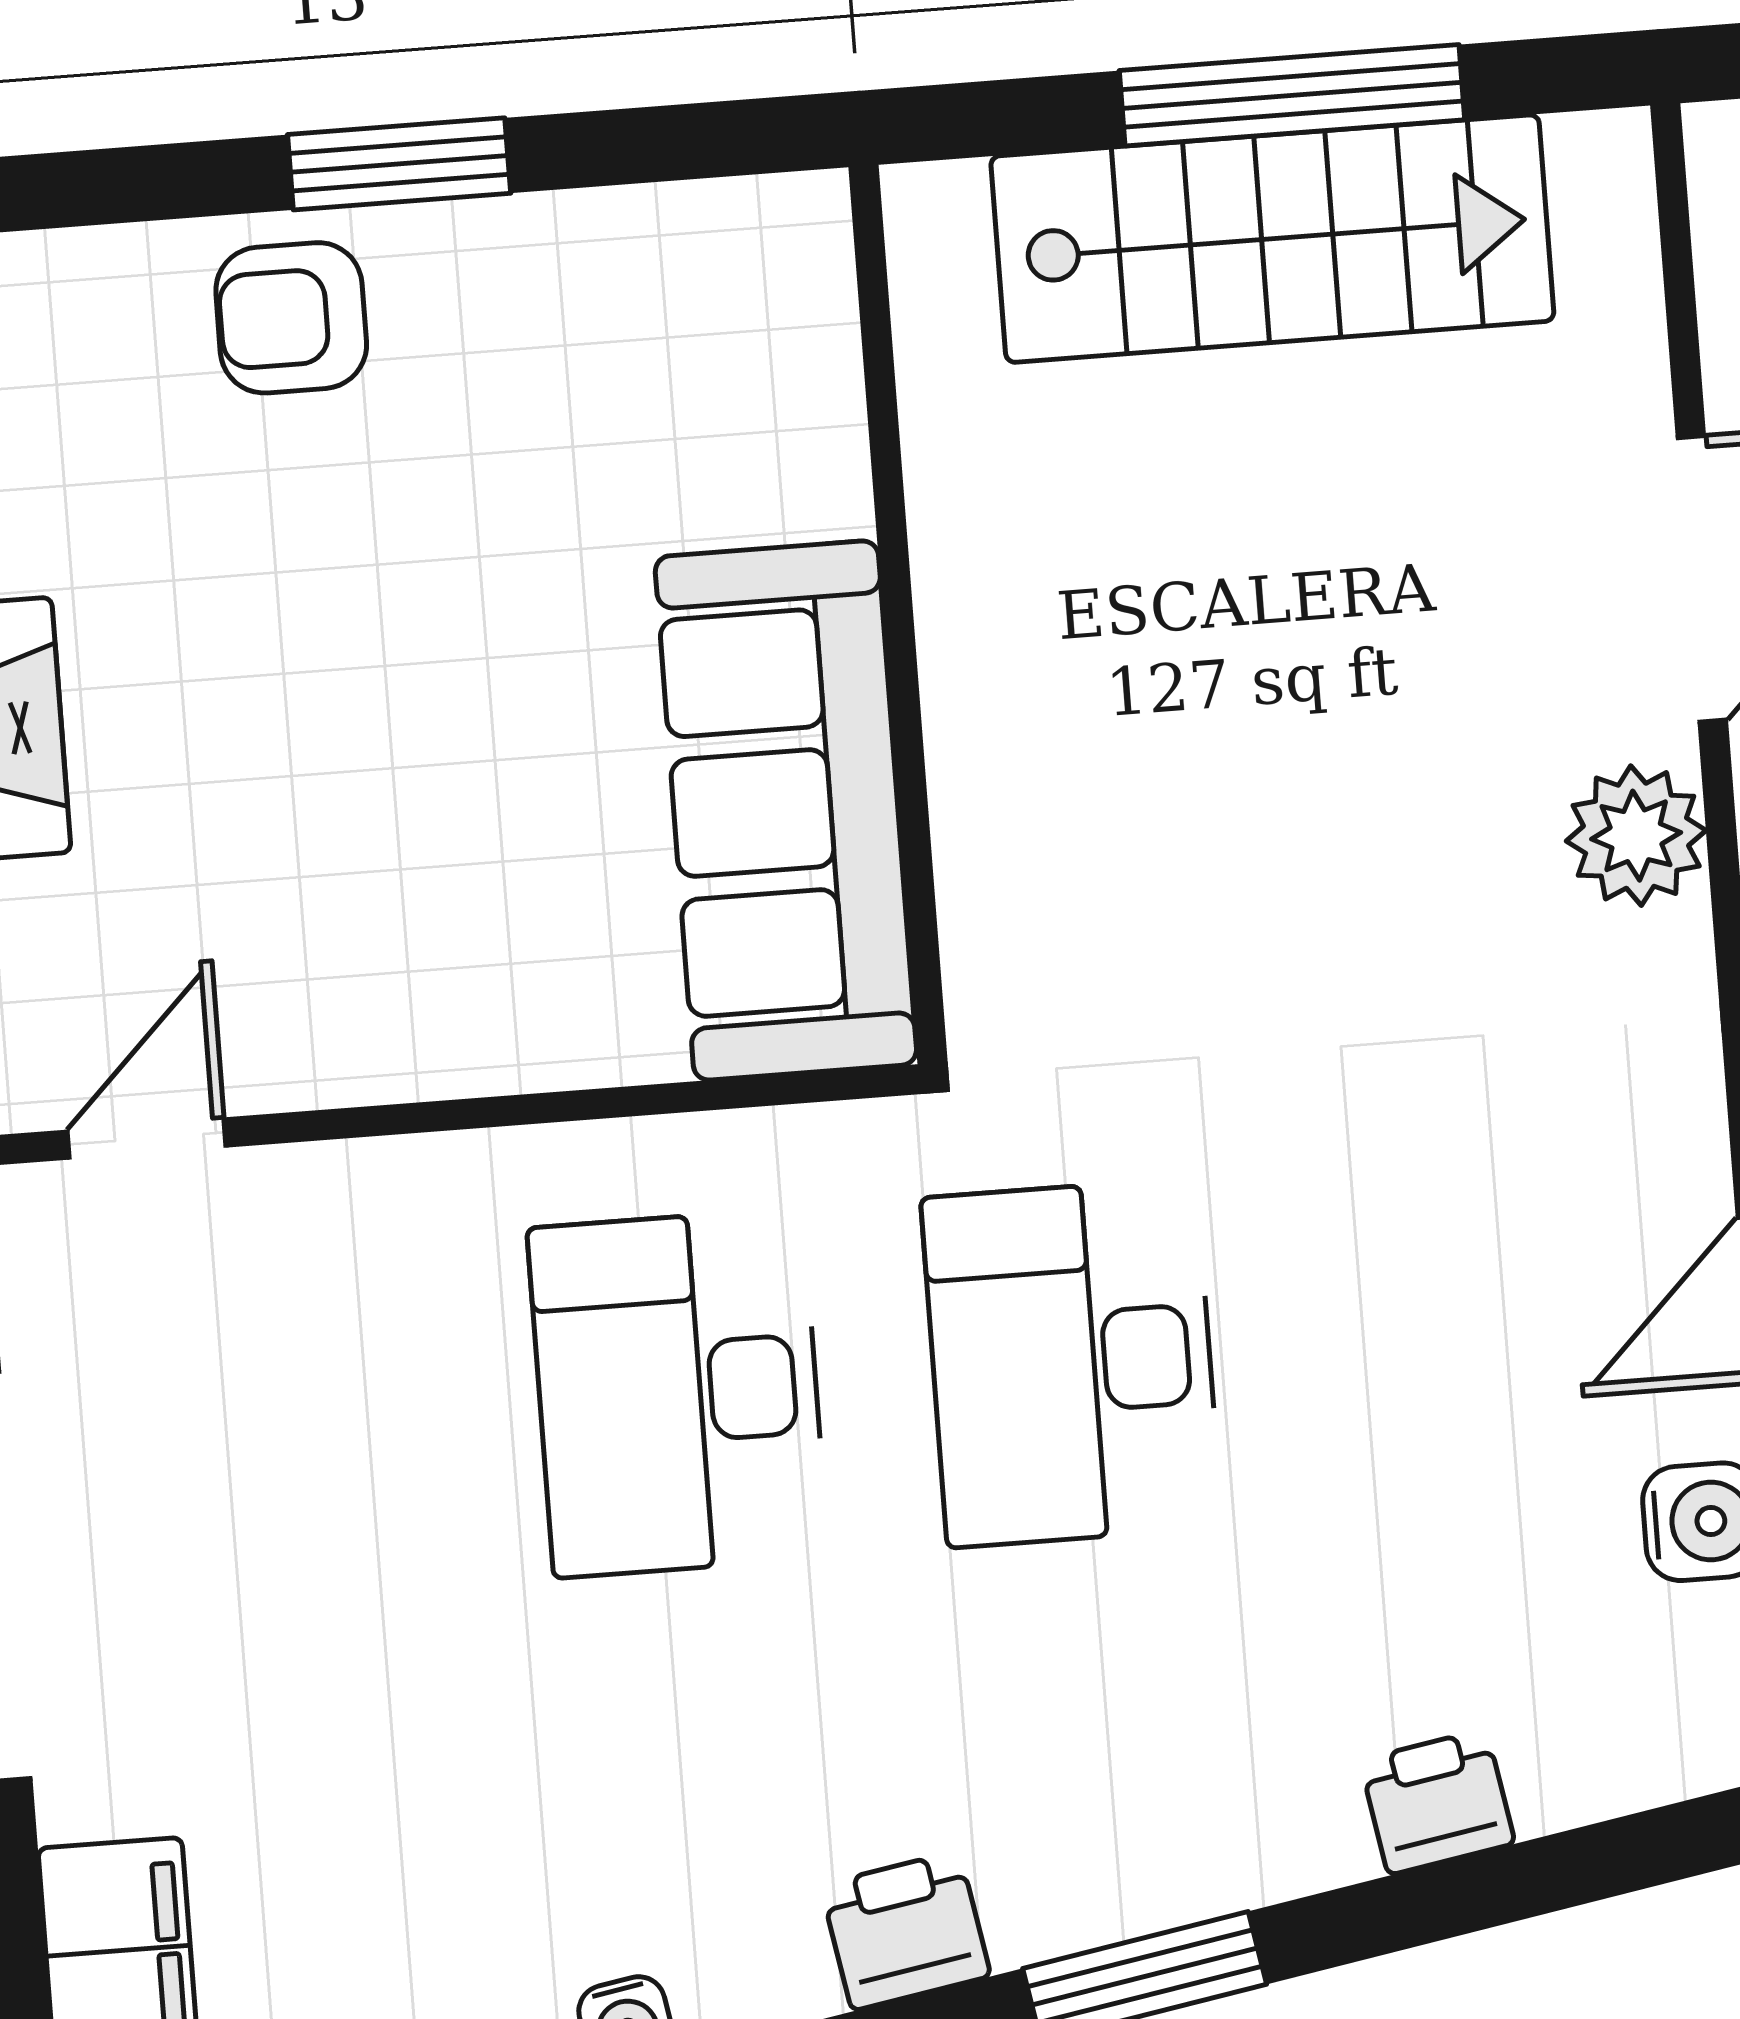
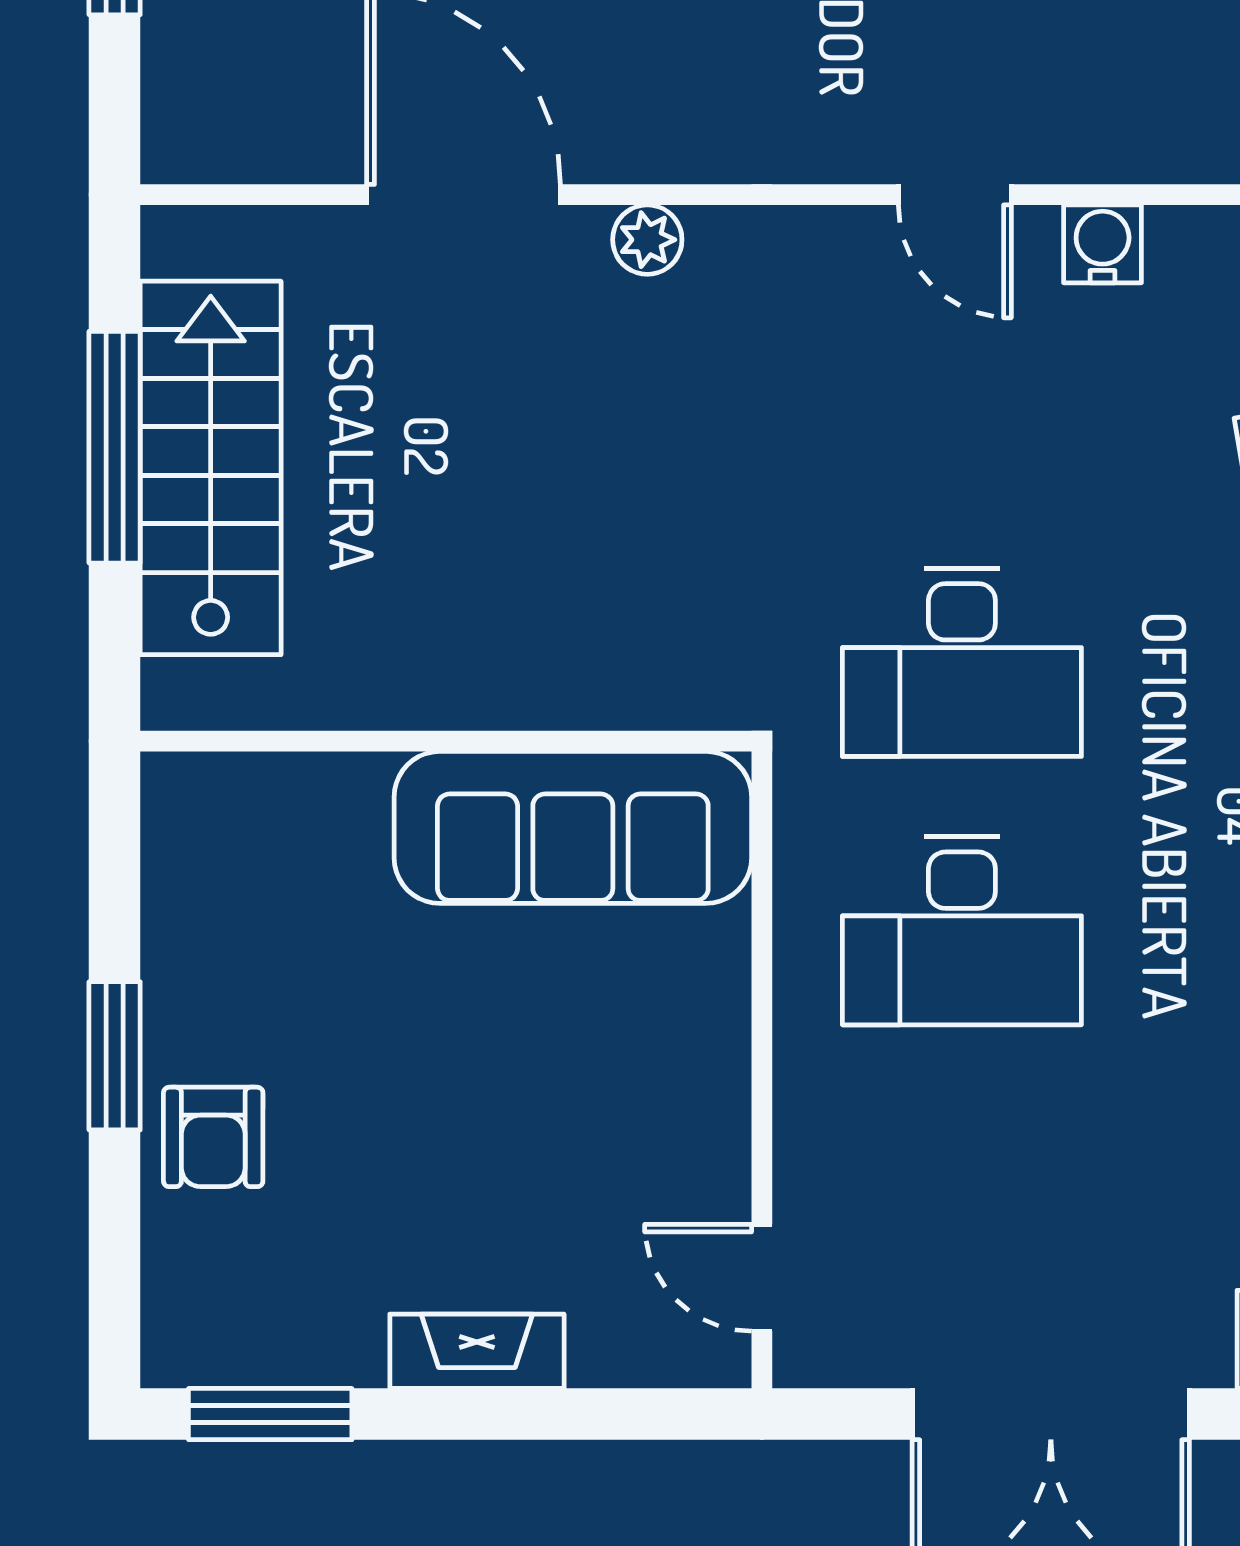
plant: (1636, 836) -> (647, 240), width x0.73, depth x0.73

